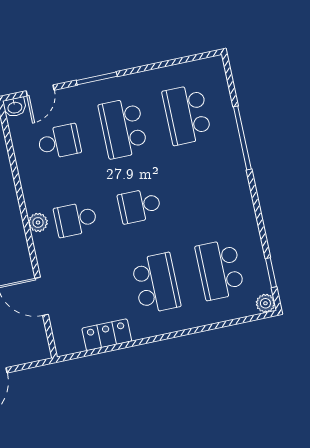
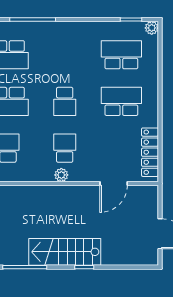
school desk: (76, 219) -> (65, 148), turned 180
school desk: (220, 270) -> (121, 55), turned 180
locker: (107, 335) -> (150, 152), width x1.53

